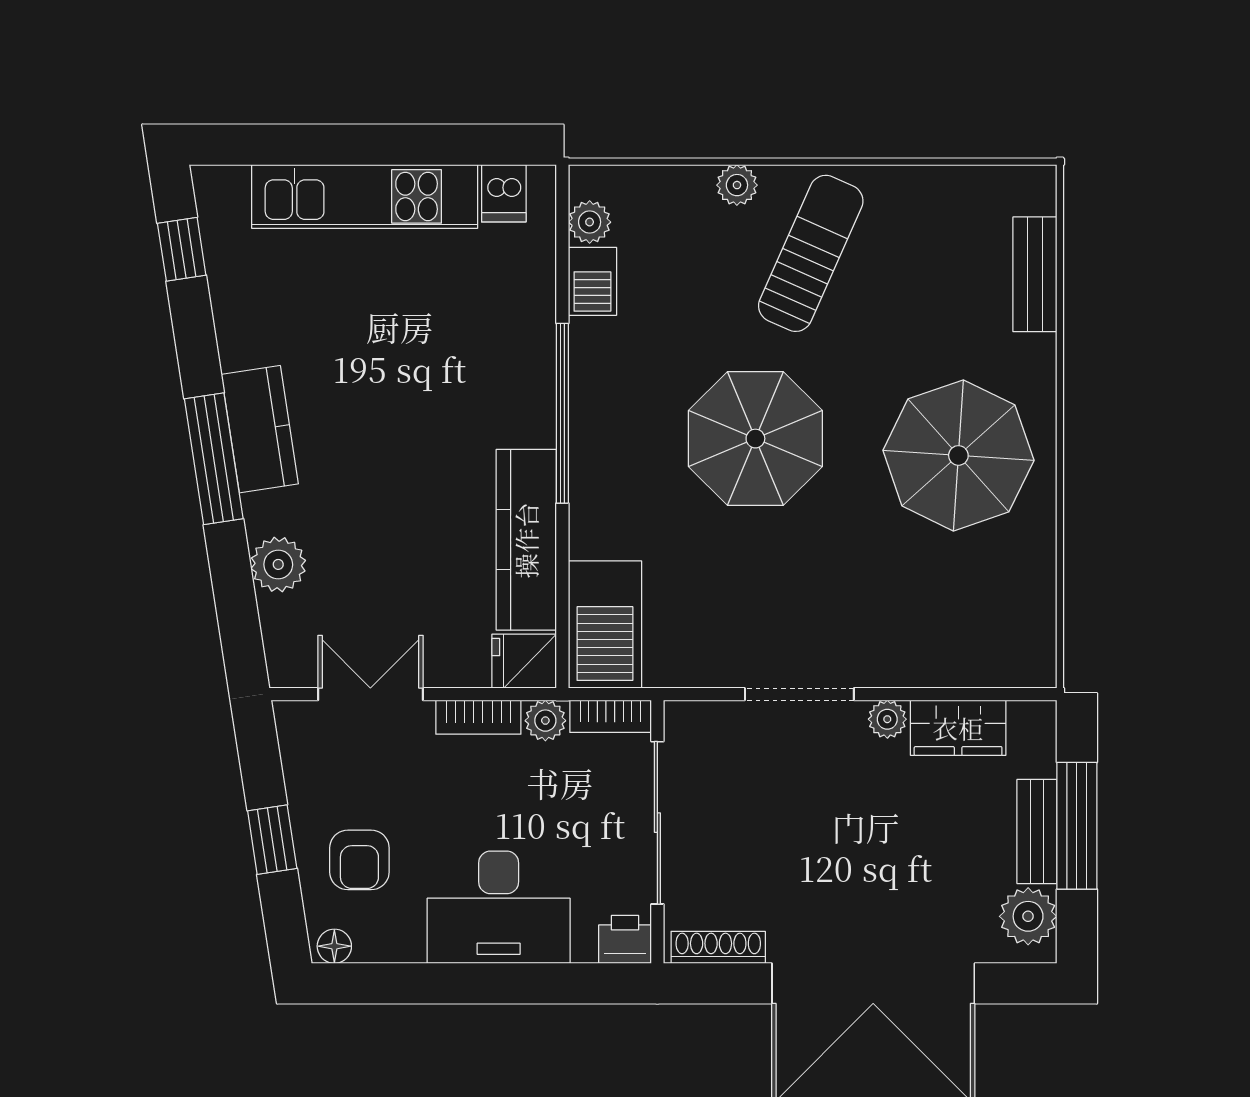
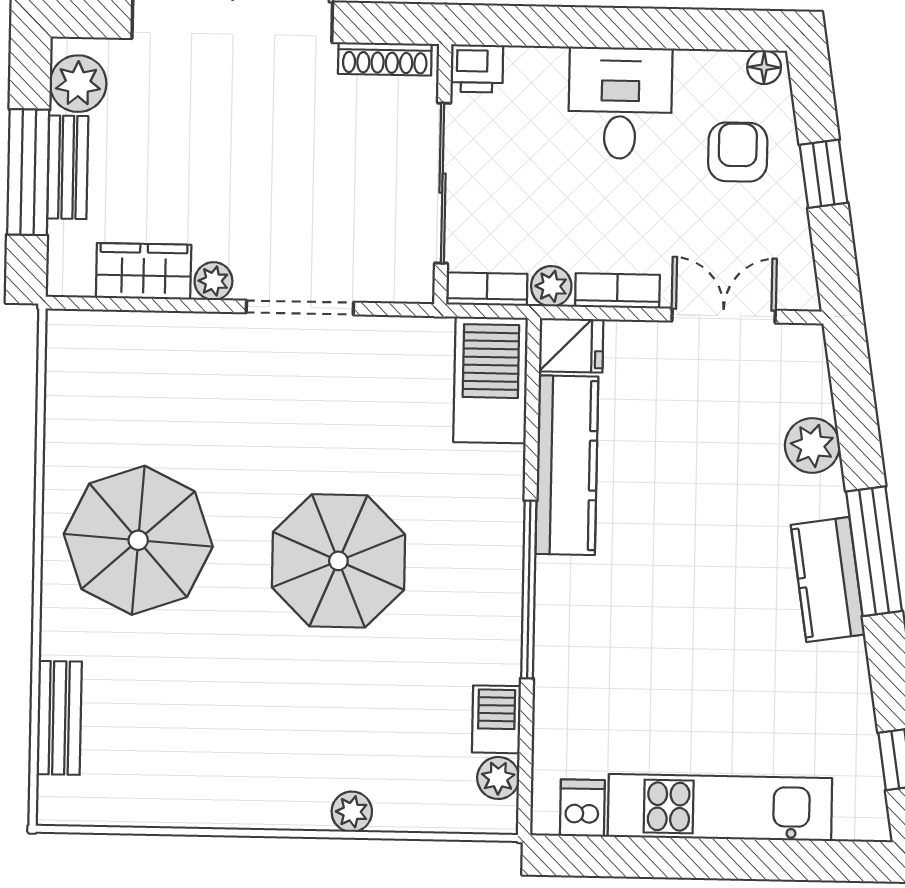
sun lounger: (811, 253) -> (280, 743), removed
double door: (370, 694) -> (724, 316), swing flipped
desk: (499, 907) -> (620, 103), width x0.73

